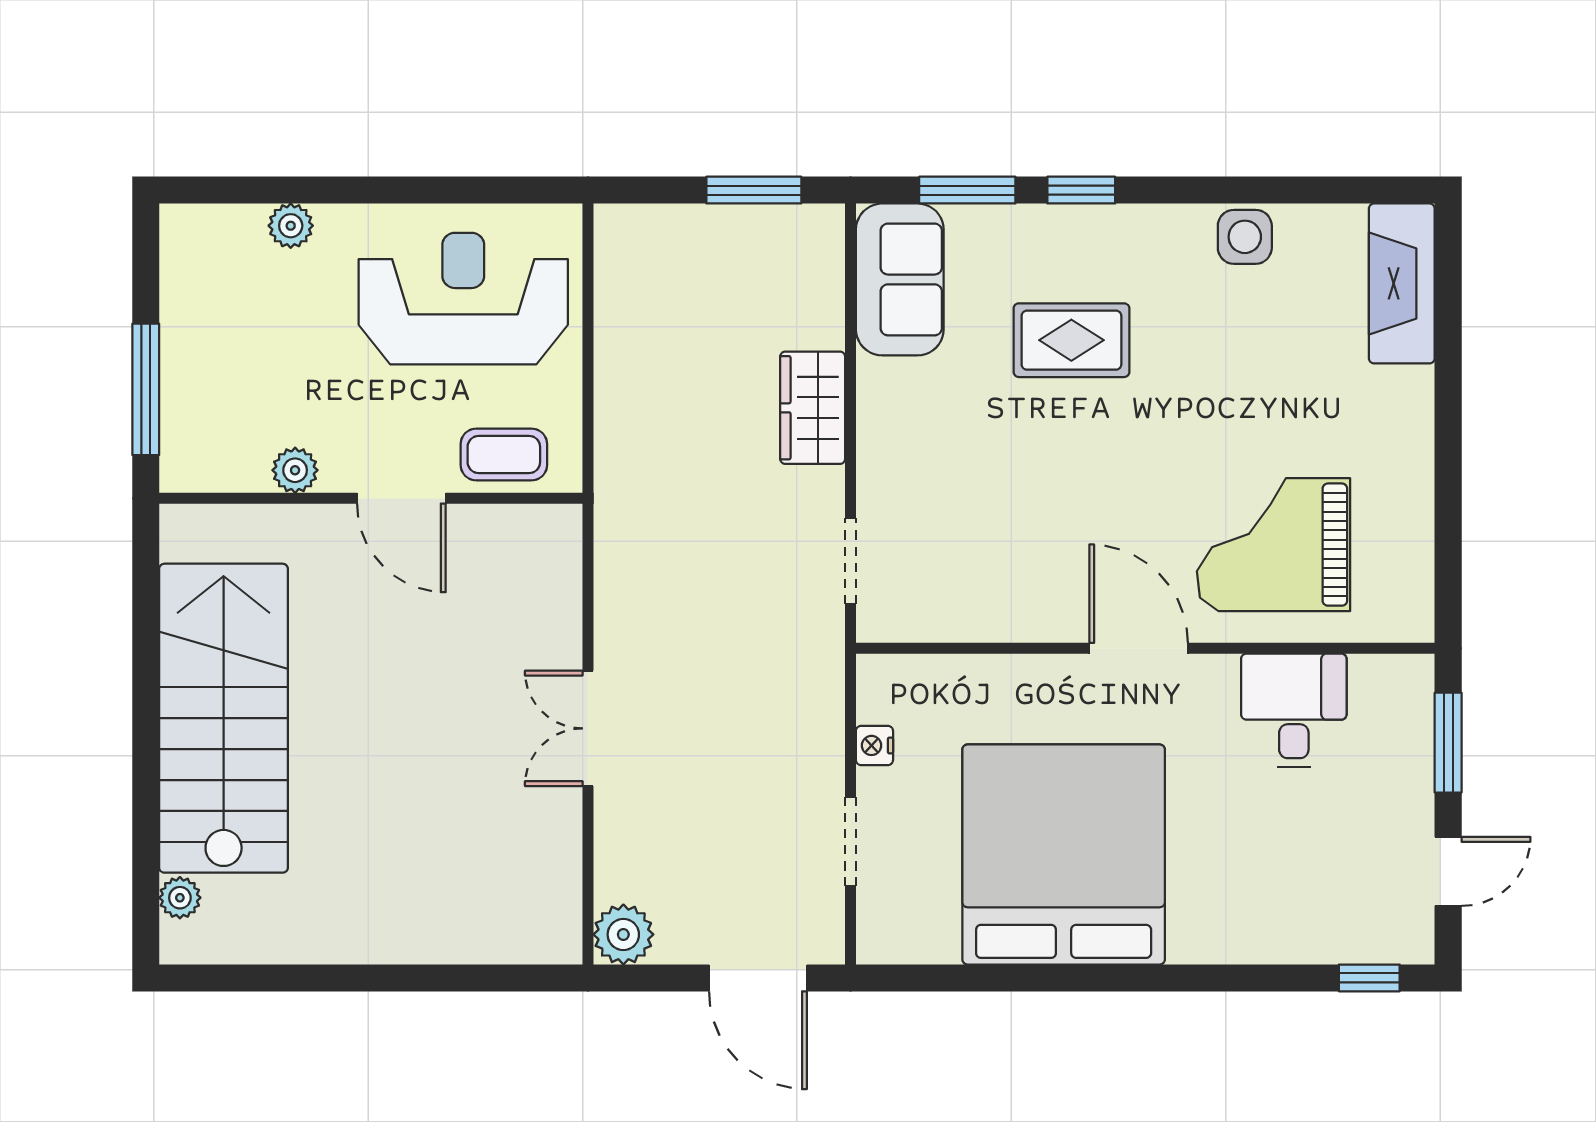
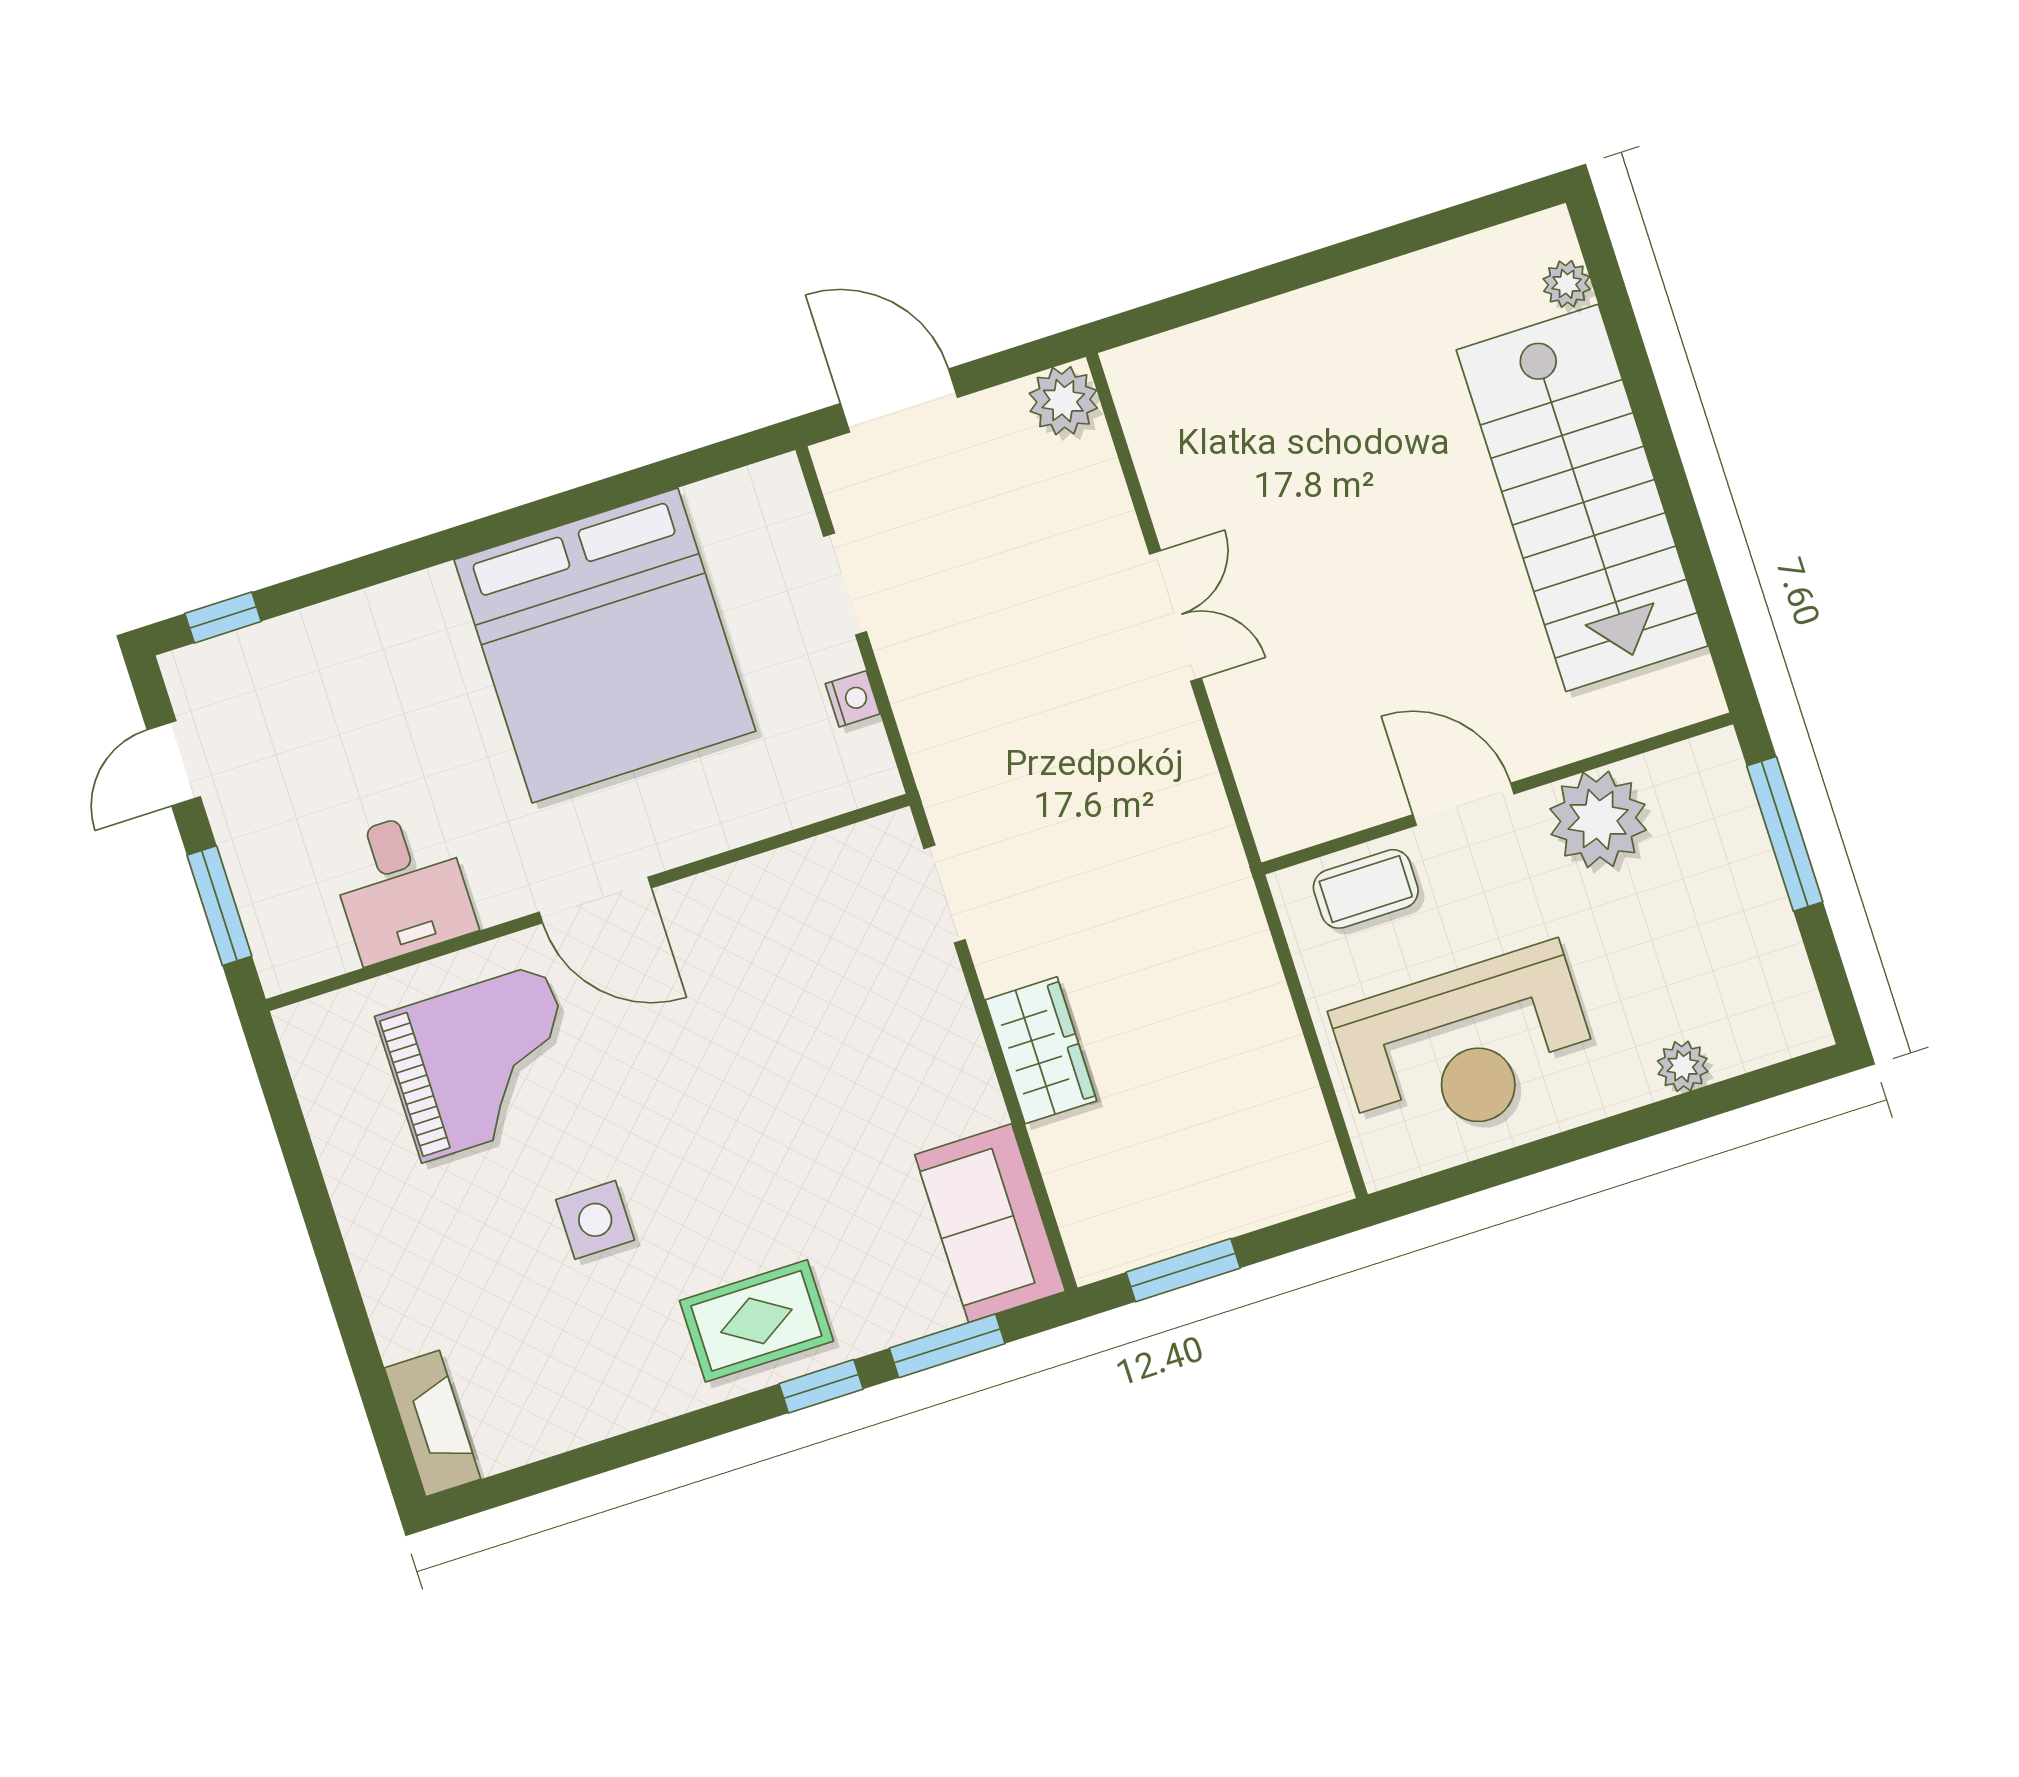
side table: (1245, 237) -> (595, 1220), moved
fireplace: (1402, 283) -> (433, 1424), width x0.73, depth x0.76
rug: (1071, 340) -> (756, 1321), moved
plant: (295, 470) -> (1598, 819), width x1.88, depth x1.88

